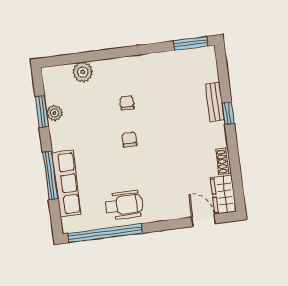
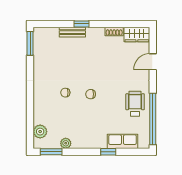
plant: (83, 72) -> (40, 132), moved
window: (42, 112) -> (51, 152), moved
window: (50, 175) -> (108, 152), width x0.46
row of seats: (66, 184) -> (122, 141), width x0.68
door: (204, 220) -> (153, 62), moved

